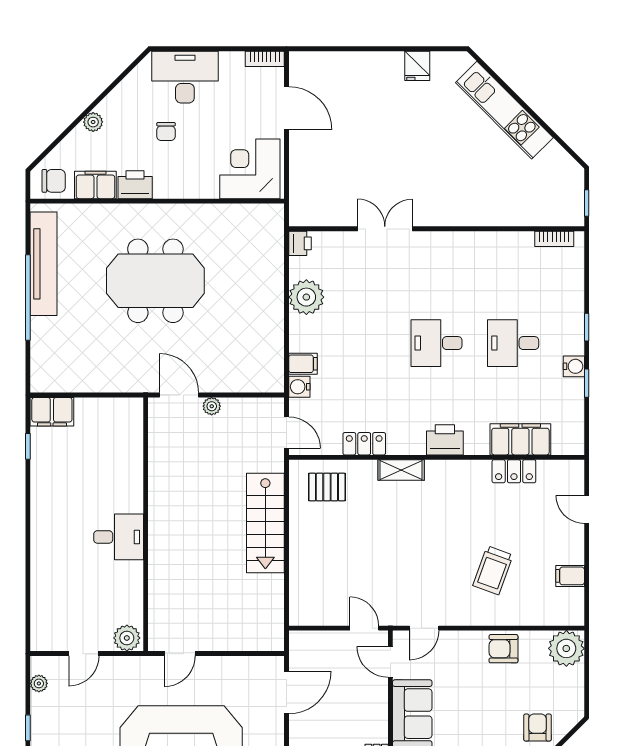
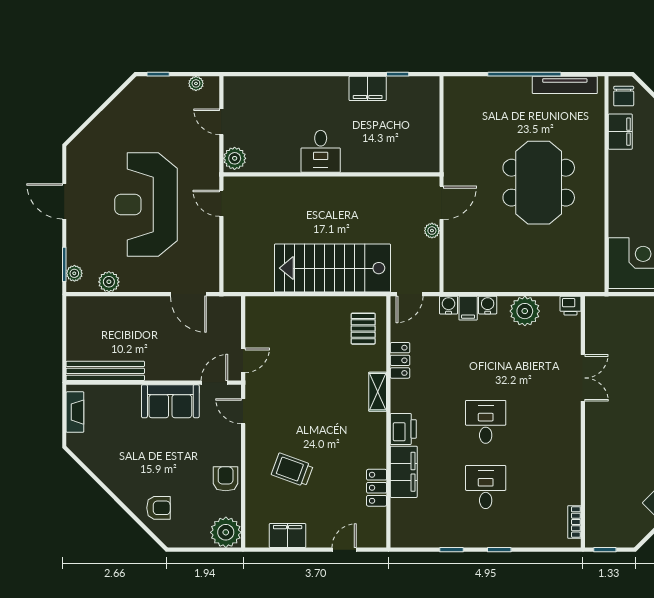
printer: (135, 185) -> (620, 165), removed
tv unit: (43, 264) -> (565, 85), width x0.73, depth x0.78
water cooler: (574, 366) -> (488, 305), moved, turned 180
filing cabinet: (52, 412) -> (368, 88), moved, turned -90
filing cabinet: (520, 439) -> (404, 472), moved
stairs: (265, 523) -> (332, 268), width x1.36, depth x1.51
filing cabinet: (570, 576) -> (288, 536), width x2.00

